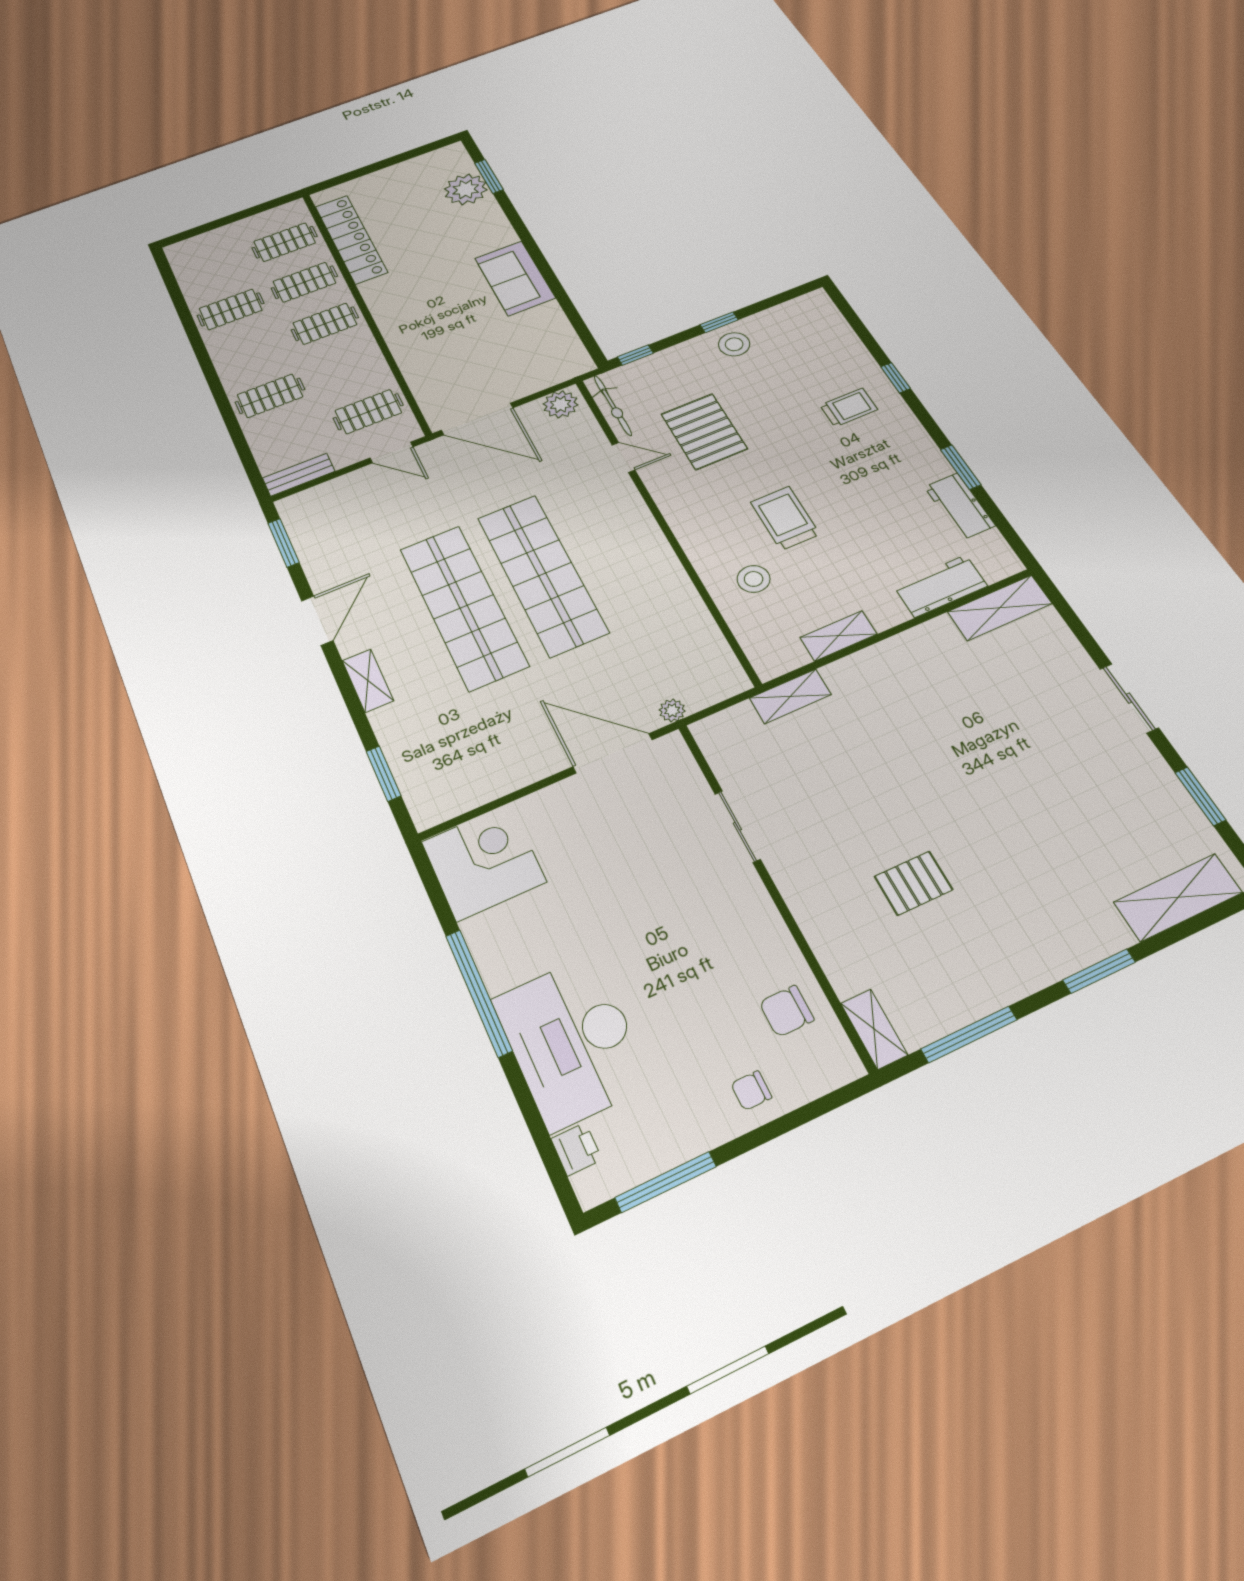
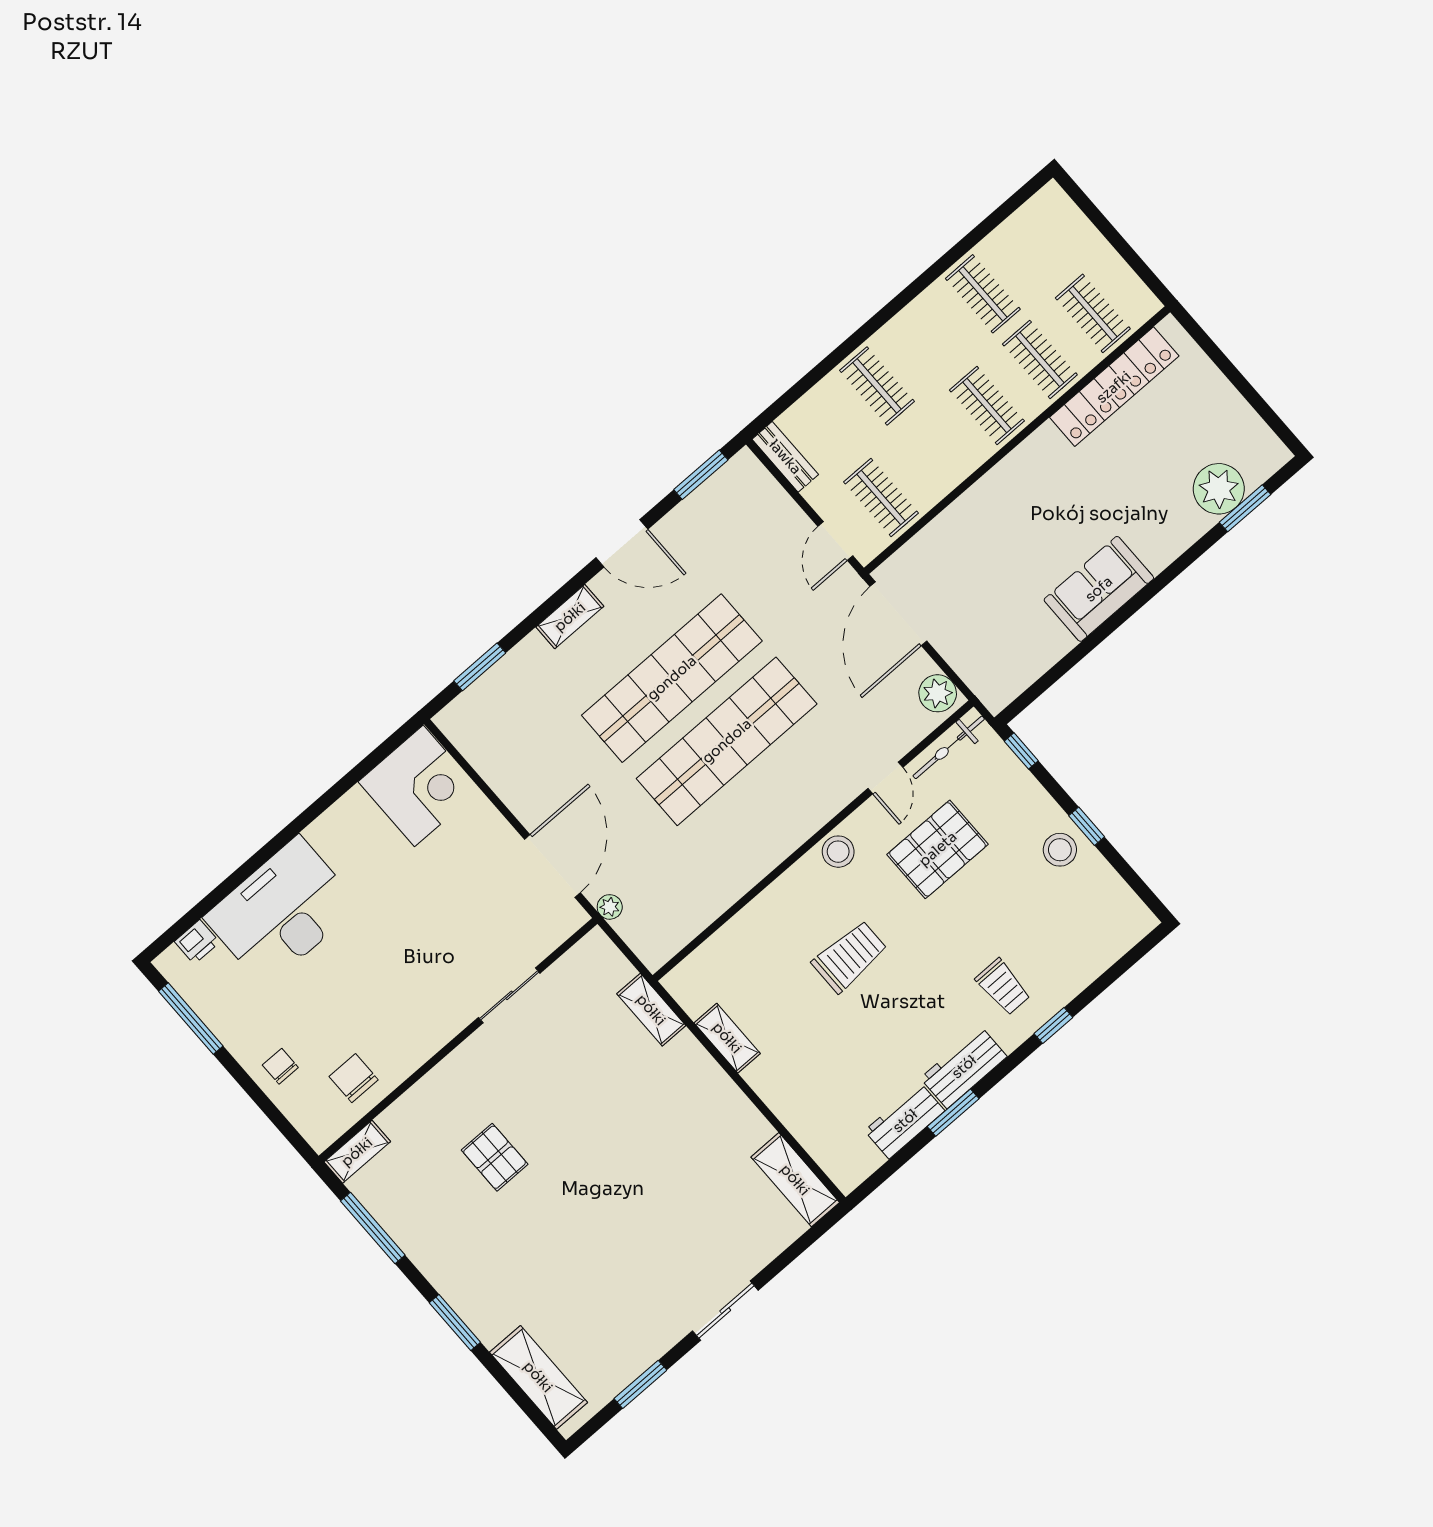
stool: (754, 579) -> (838, 852), moved
workbench: (940, 586) -> (964, 1067), moved, turned -90
window: (479, 993) -> (302, 821), removed

